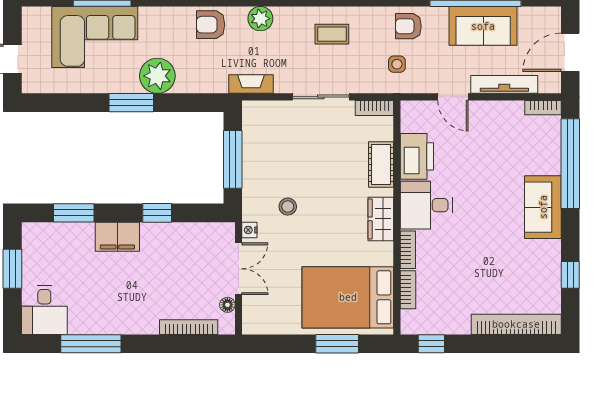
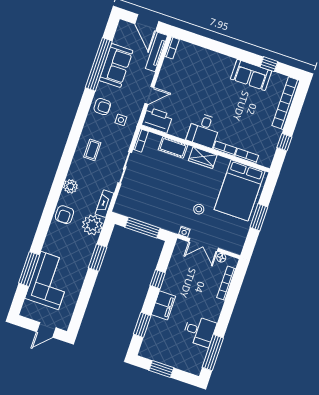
armchair: (408, 26) -> (102, 107), turned -90
plant: (157, 76) -> (92, 225), moved
tv unit: (504, 84) -> (156, 52), moved
window: (131, 103) -> (98, 258), moved
printer: (417, 156) -> (157, 120), moved
window: (570, 164) -> (208, 43), removed
stool: (288, 207) -> (199, 209), moved
sofa: (543, 207) -> (251, 75), moved
double door: (239, 269) -> (204, 245), swing flipped
desk: (44, 310) -> (199, 331), moved
window: (91, 344) -> (213, 353), moved
window: (337, 344) -> (259, 217), moved
window: (431, 344) -> (284, 142), moved

